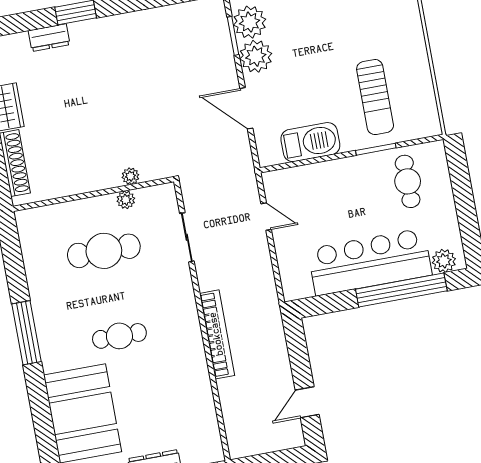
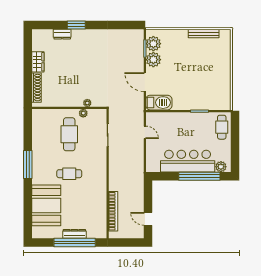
sun lounger: (375, 97) -> (203, 88), removed
barbecue: (310, 142) -> (159, 103), moved
cafe table: (408, 181) -> (222, 127), moved
cafe table: (104, 251) -> (69, 134), turned 90
bookcase: (217, 334) -> (113, 211), moved
door: (307, 402) -> (148, 219), hinge flipped

